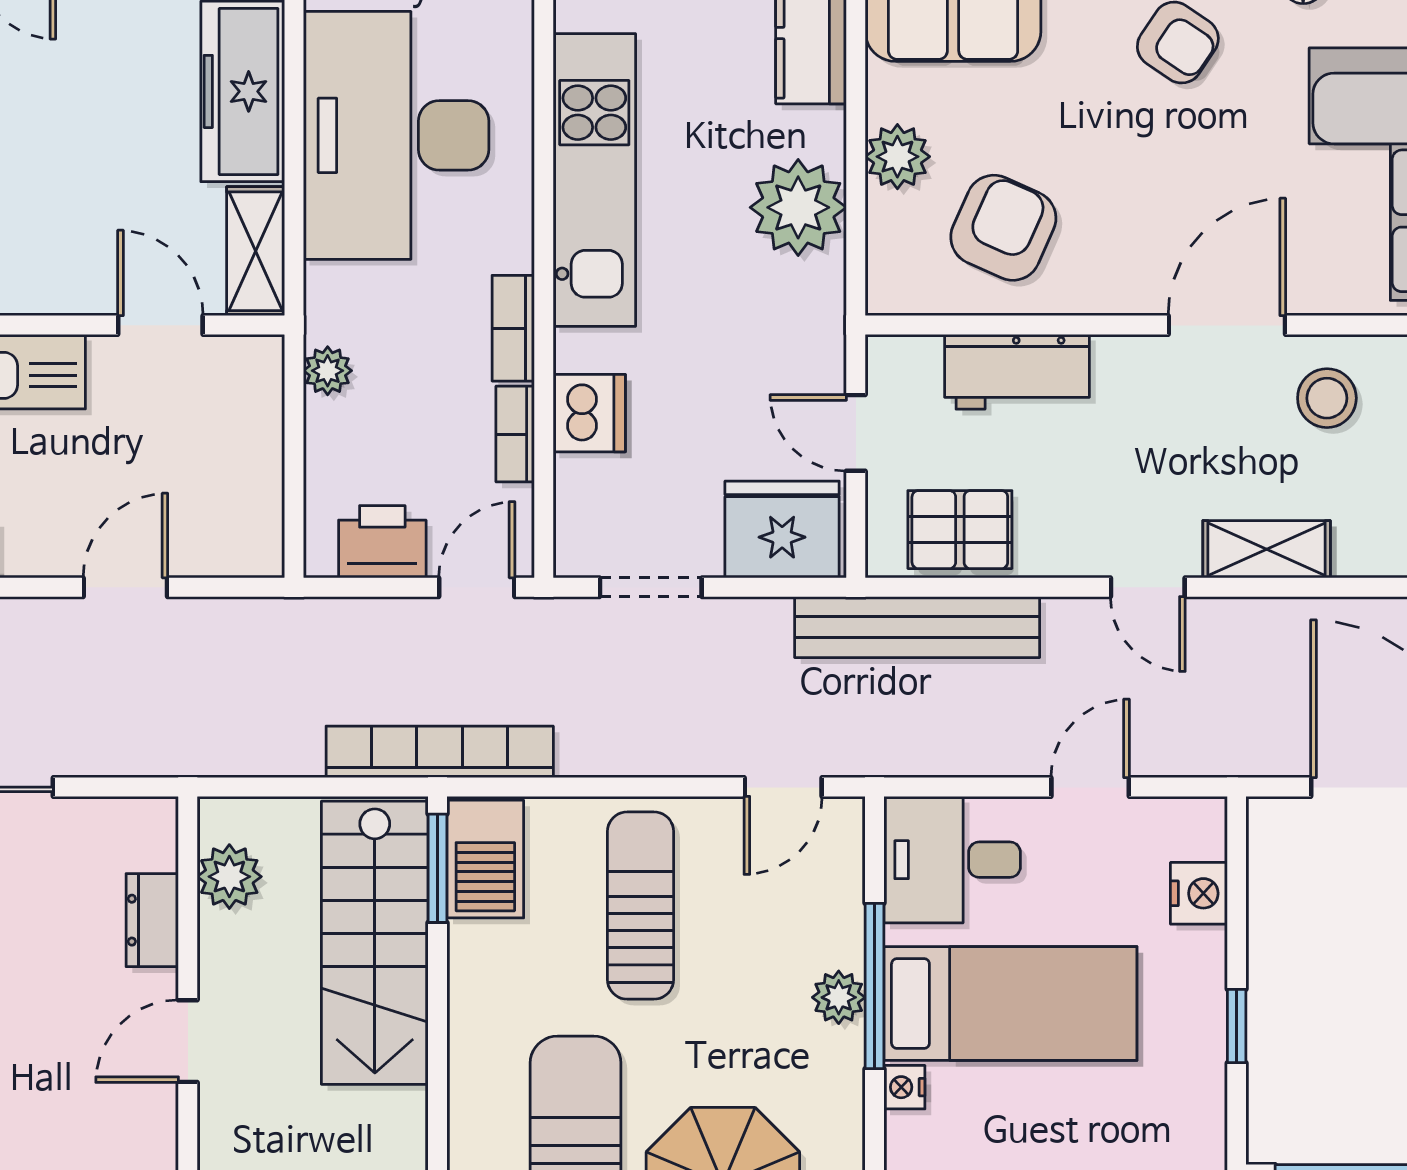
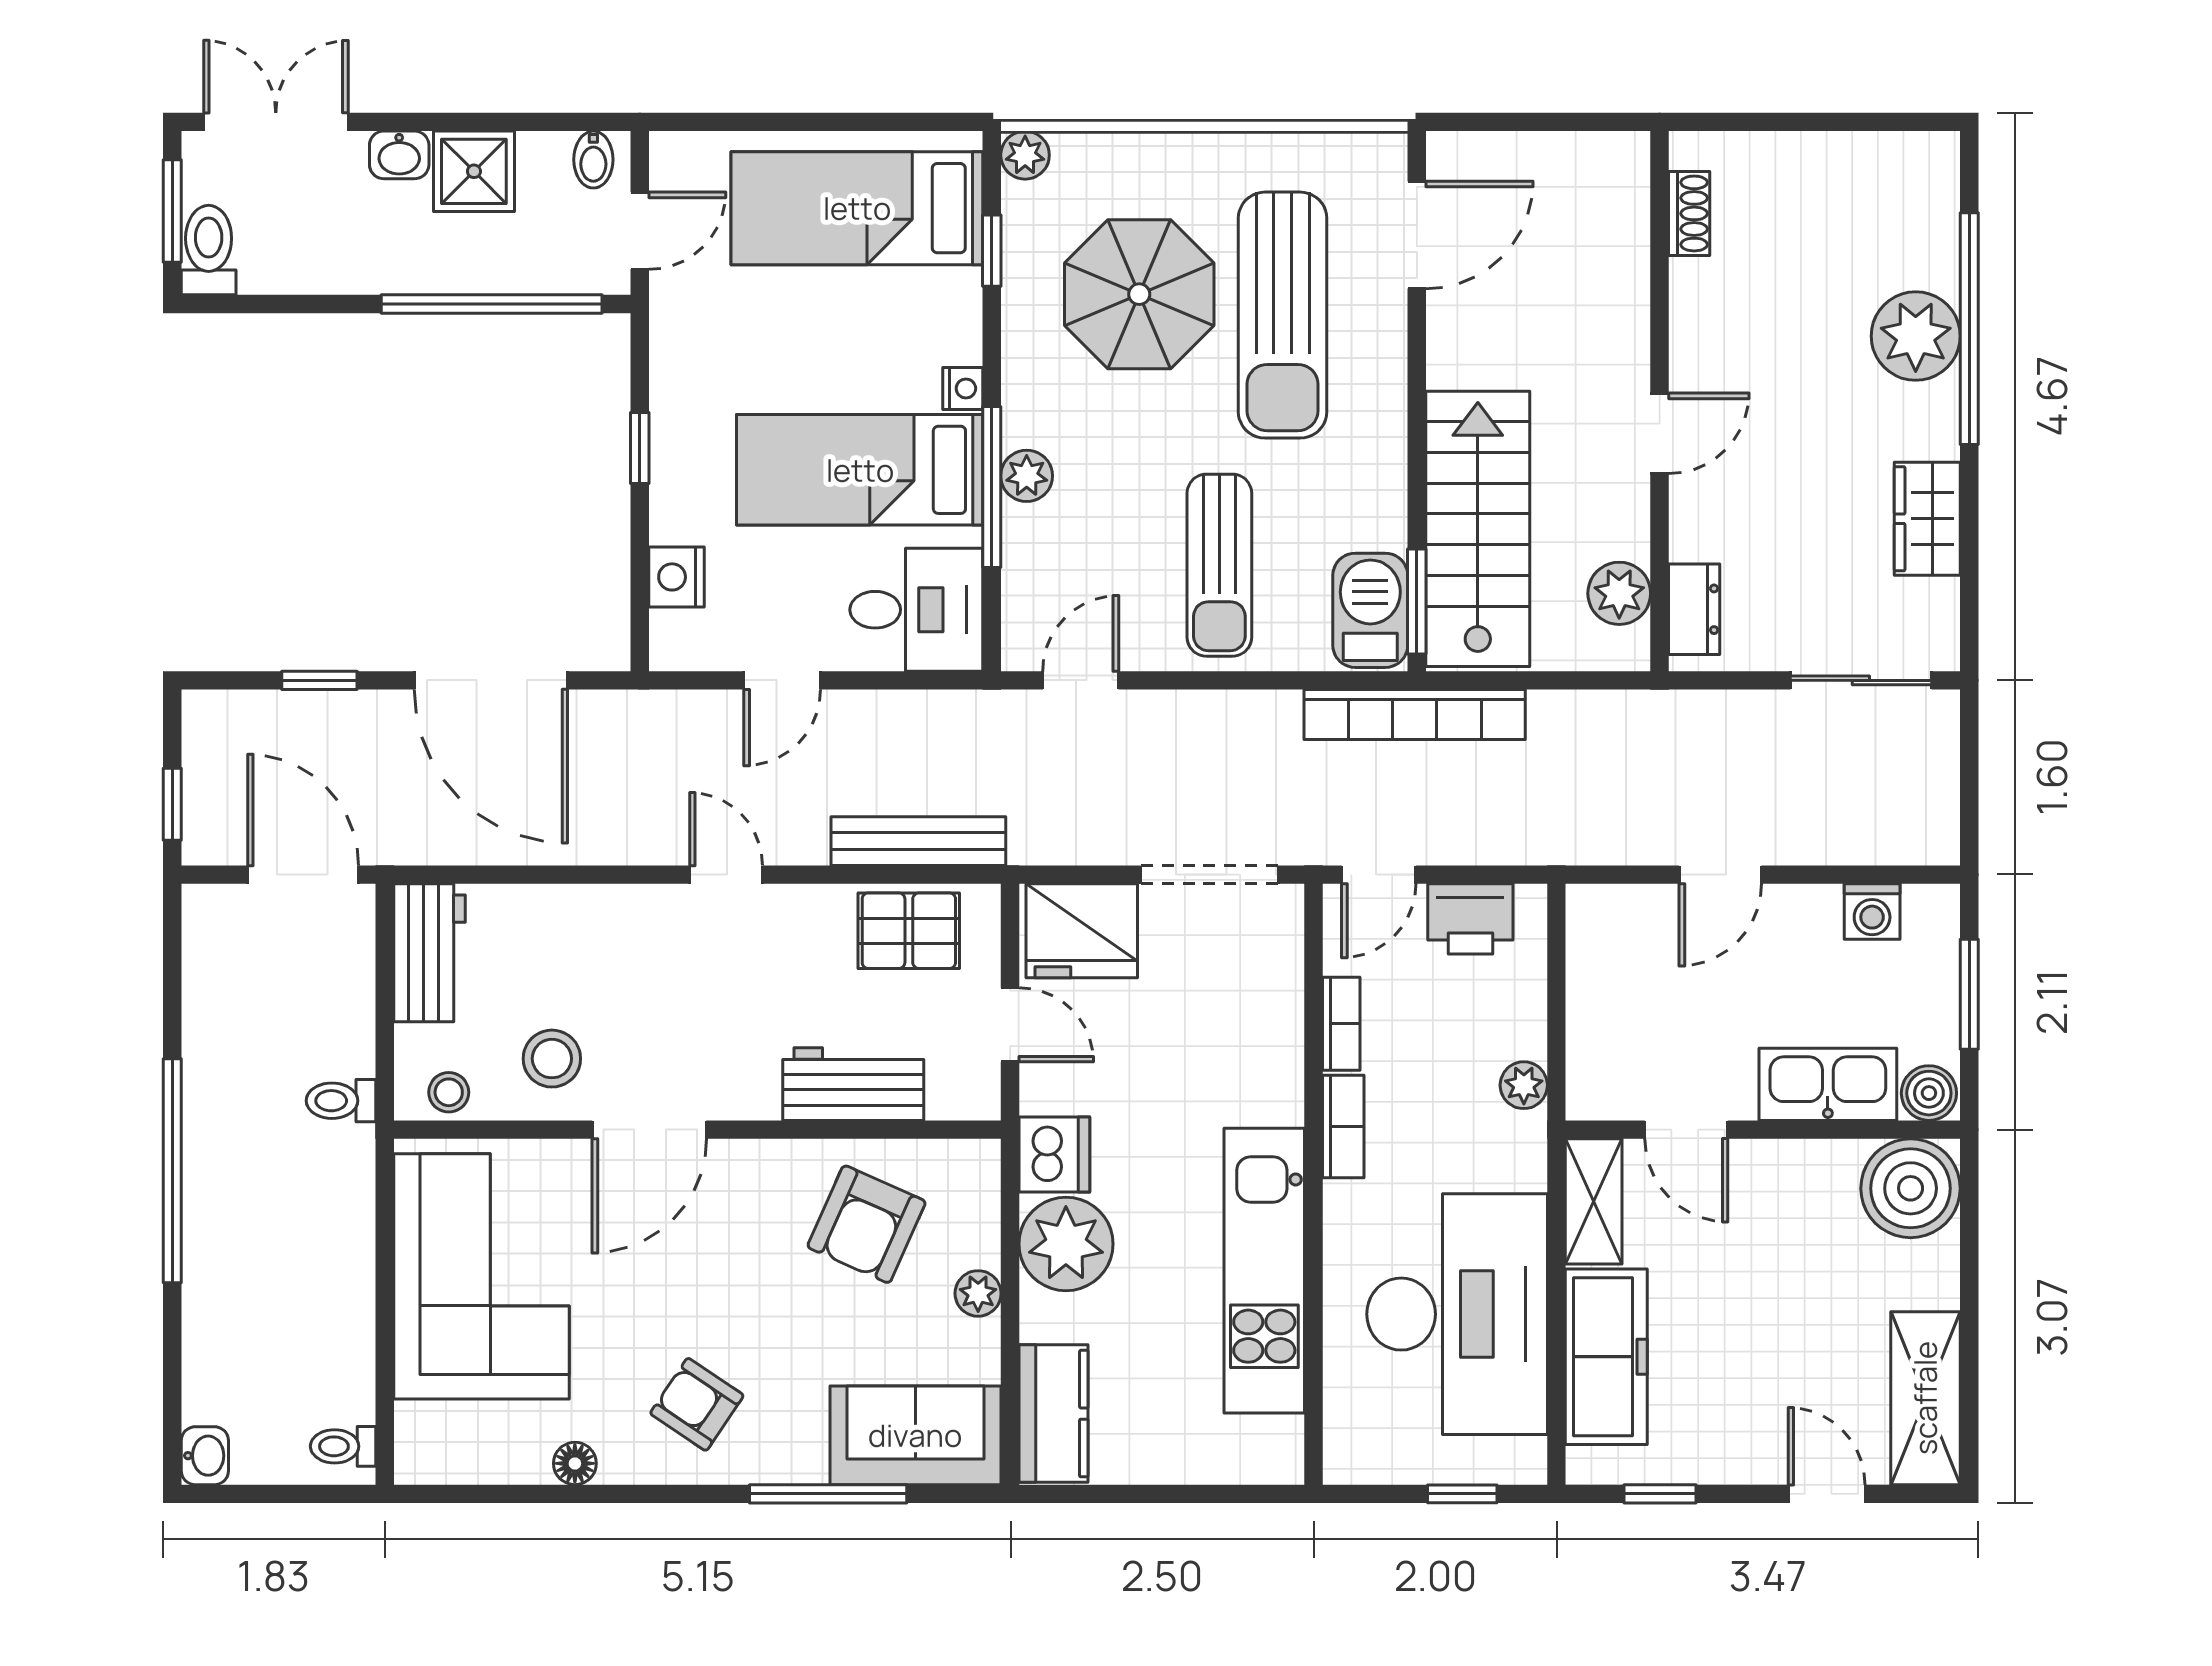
plant: (897, 157) -> (978, 1293), width x0.73, depth x0.73
dishwasher: (589, 413) -> (1054, 1155), moved, turned 180
shelving: (1267, 549) -> (611, 912), removed
doorway: (651, 587) -> (1209, 875), width x1.38
bench: (917, 627) -> (918, 841), width x0.73, depth x0.82
dresser: (152, 920) -> (1694, 609), moved

